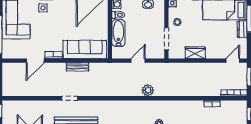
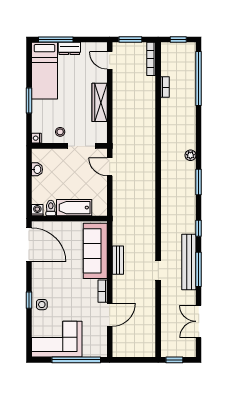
wardrobe: (195, 53) -> (100, 102), width x1.50
door: (35, 61) -> (110, 315), hinge flipped
door: (138, 61) -> (110, 167), moved
plant: (148, 90) -> (148, 170), removed

